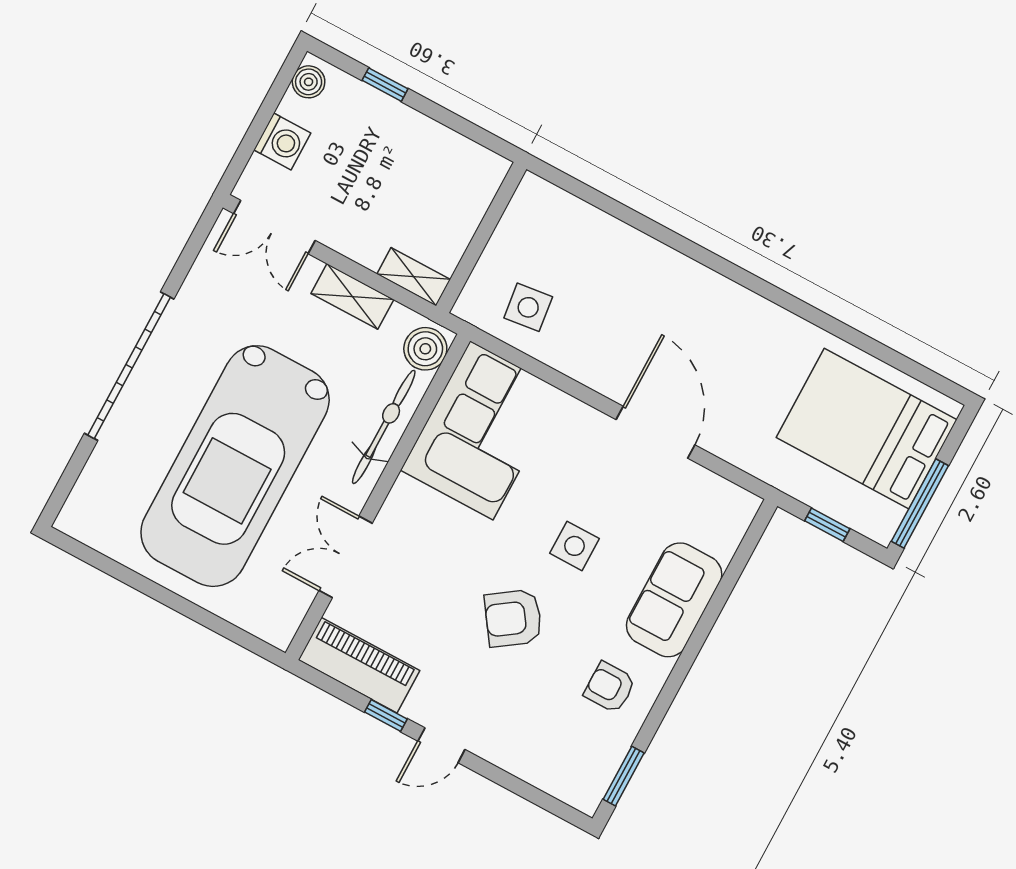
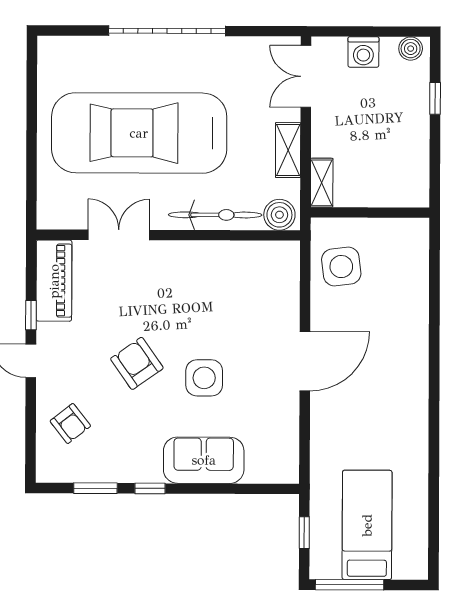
side table: (528, 307) -> (341, 267), width x1.37, depth x1.37
bed: (867, 429) -> (367, 525), width x0.67
corner sofa: (482, 430) -> (246, 279), removed
door: (655, 432) -> (305, 361), moved
side table: (574, 546) -> (204, 378), width x1.37, depth x1.37
window: (674, 683) -> (150, 488), added
armchair: (610, 687) -> (70, 424), moved, turned 142
window: (624, 776) -> (95, 488), moved

